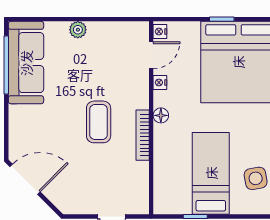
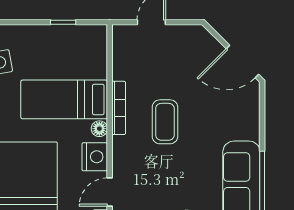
nightstand: (160, 82) -> (95, 157), width x1.89, depth x1.79
bed: (211, 173) -> (64, 99), moved, turned 90

